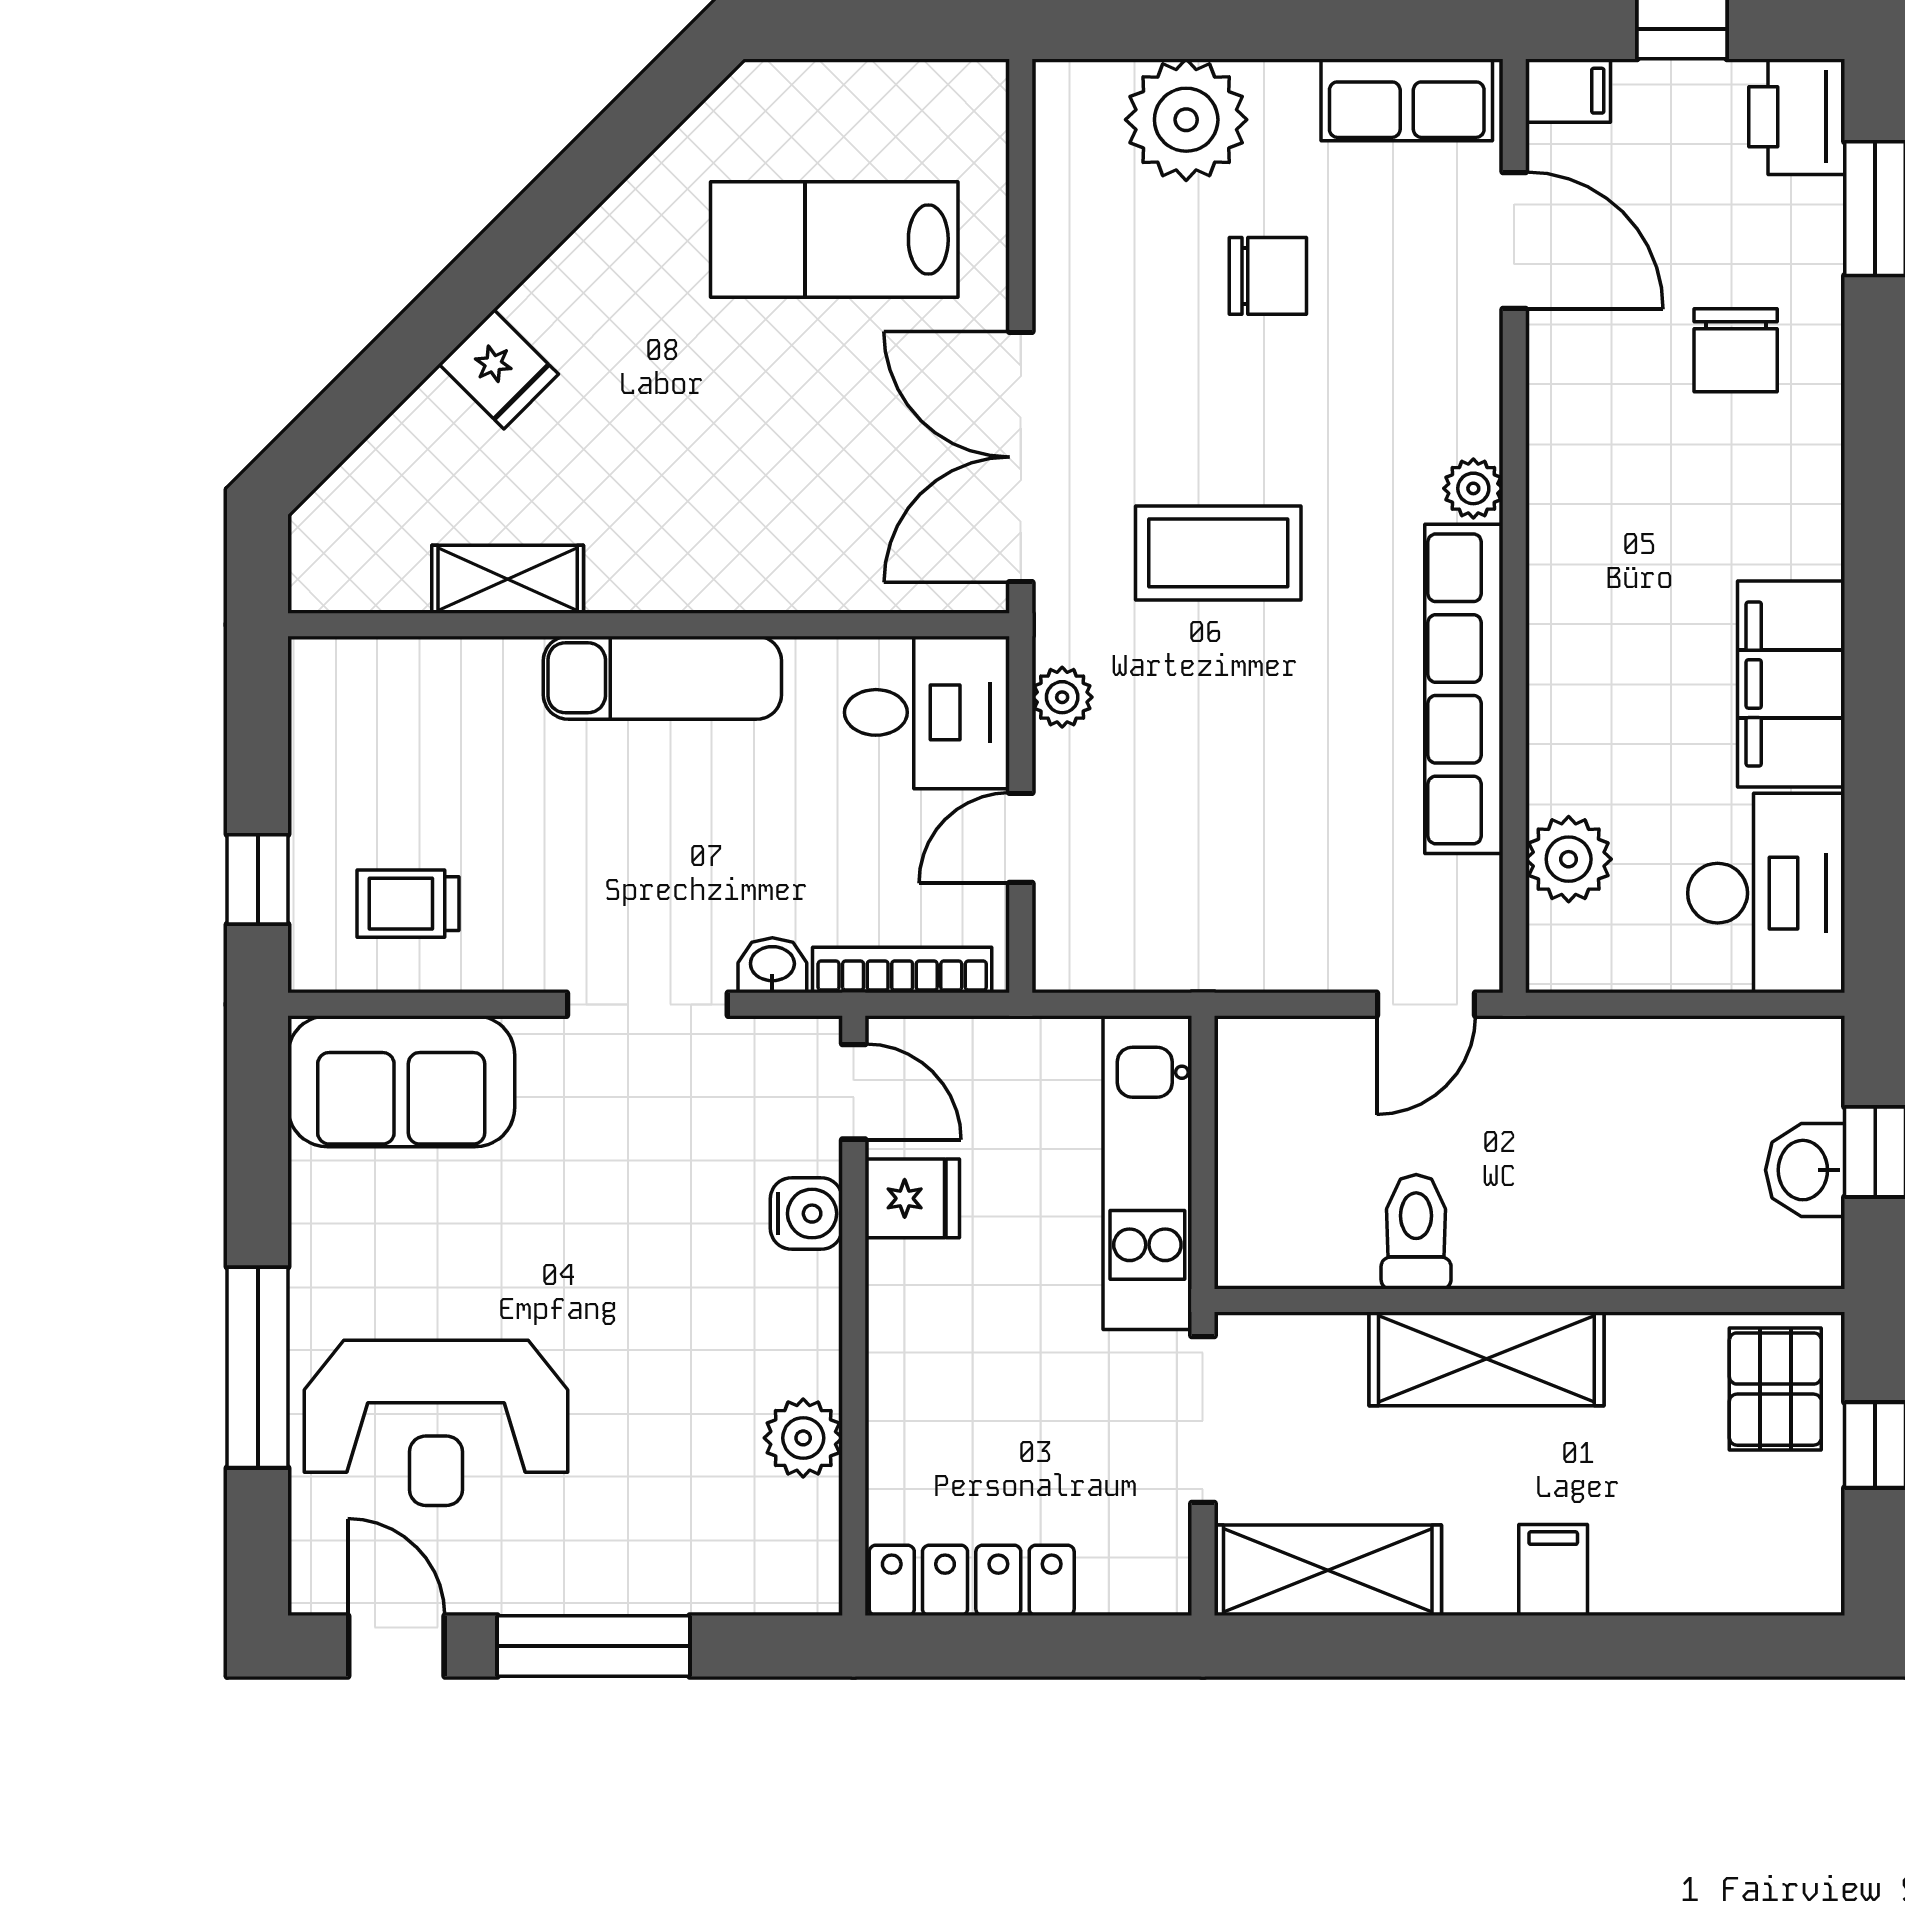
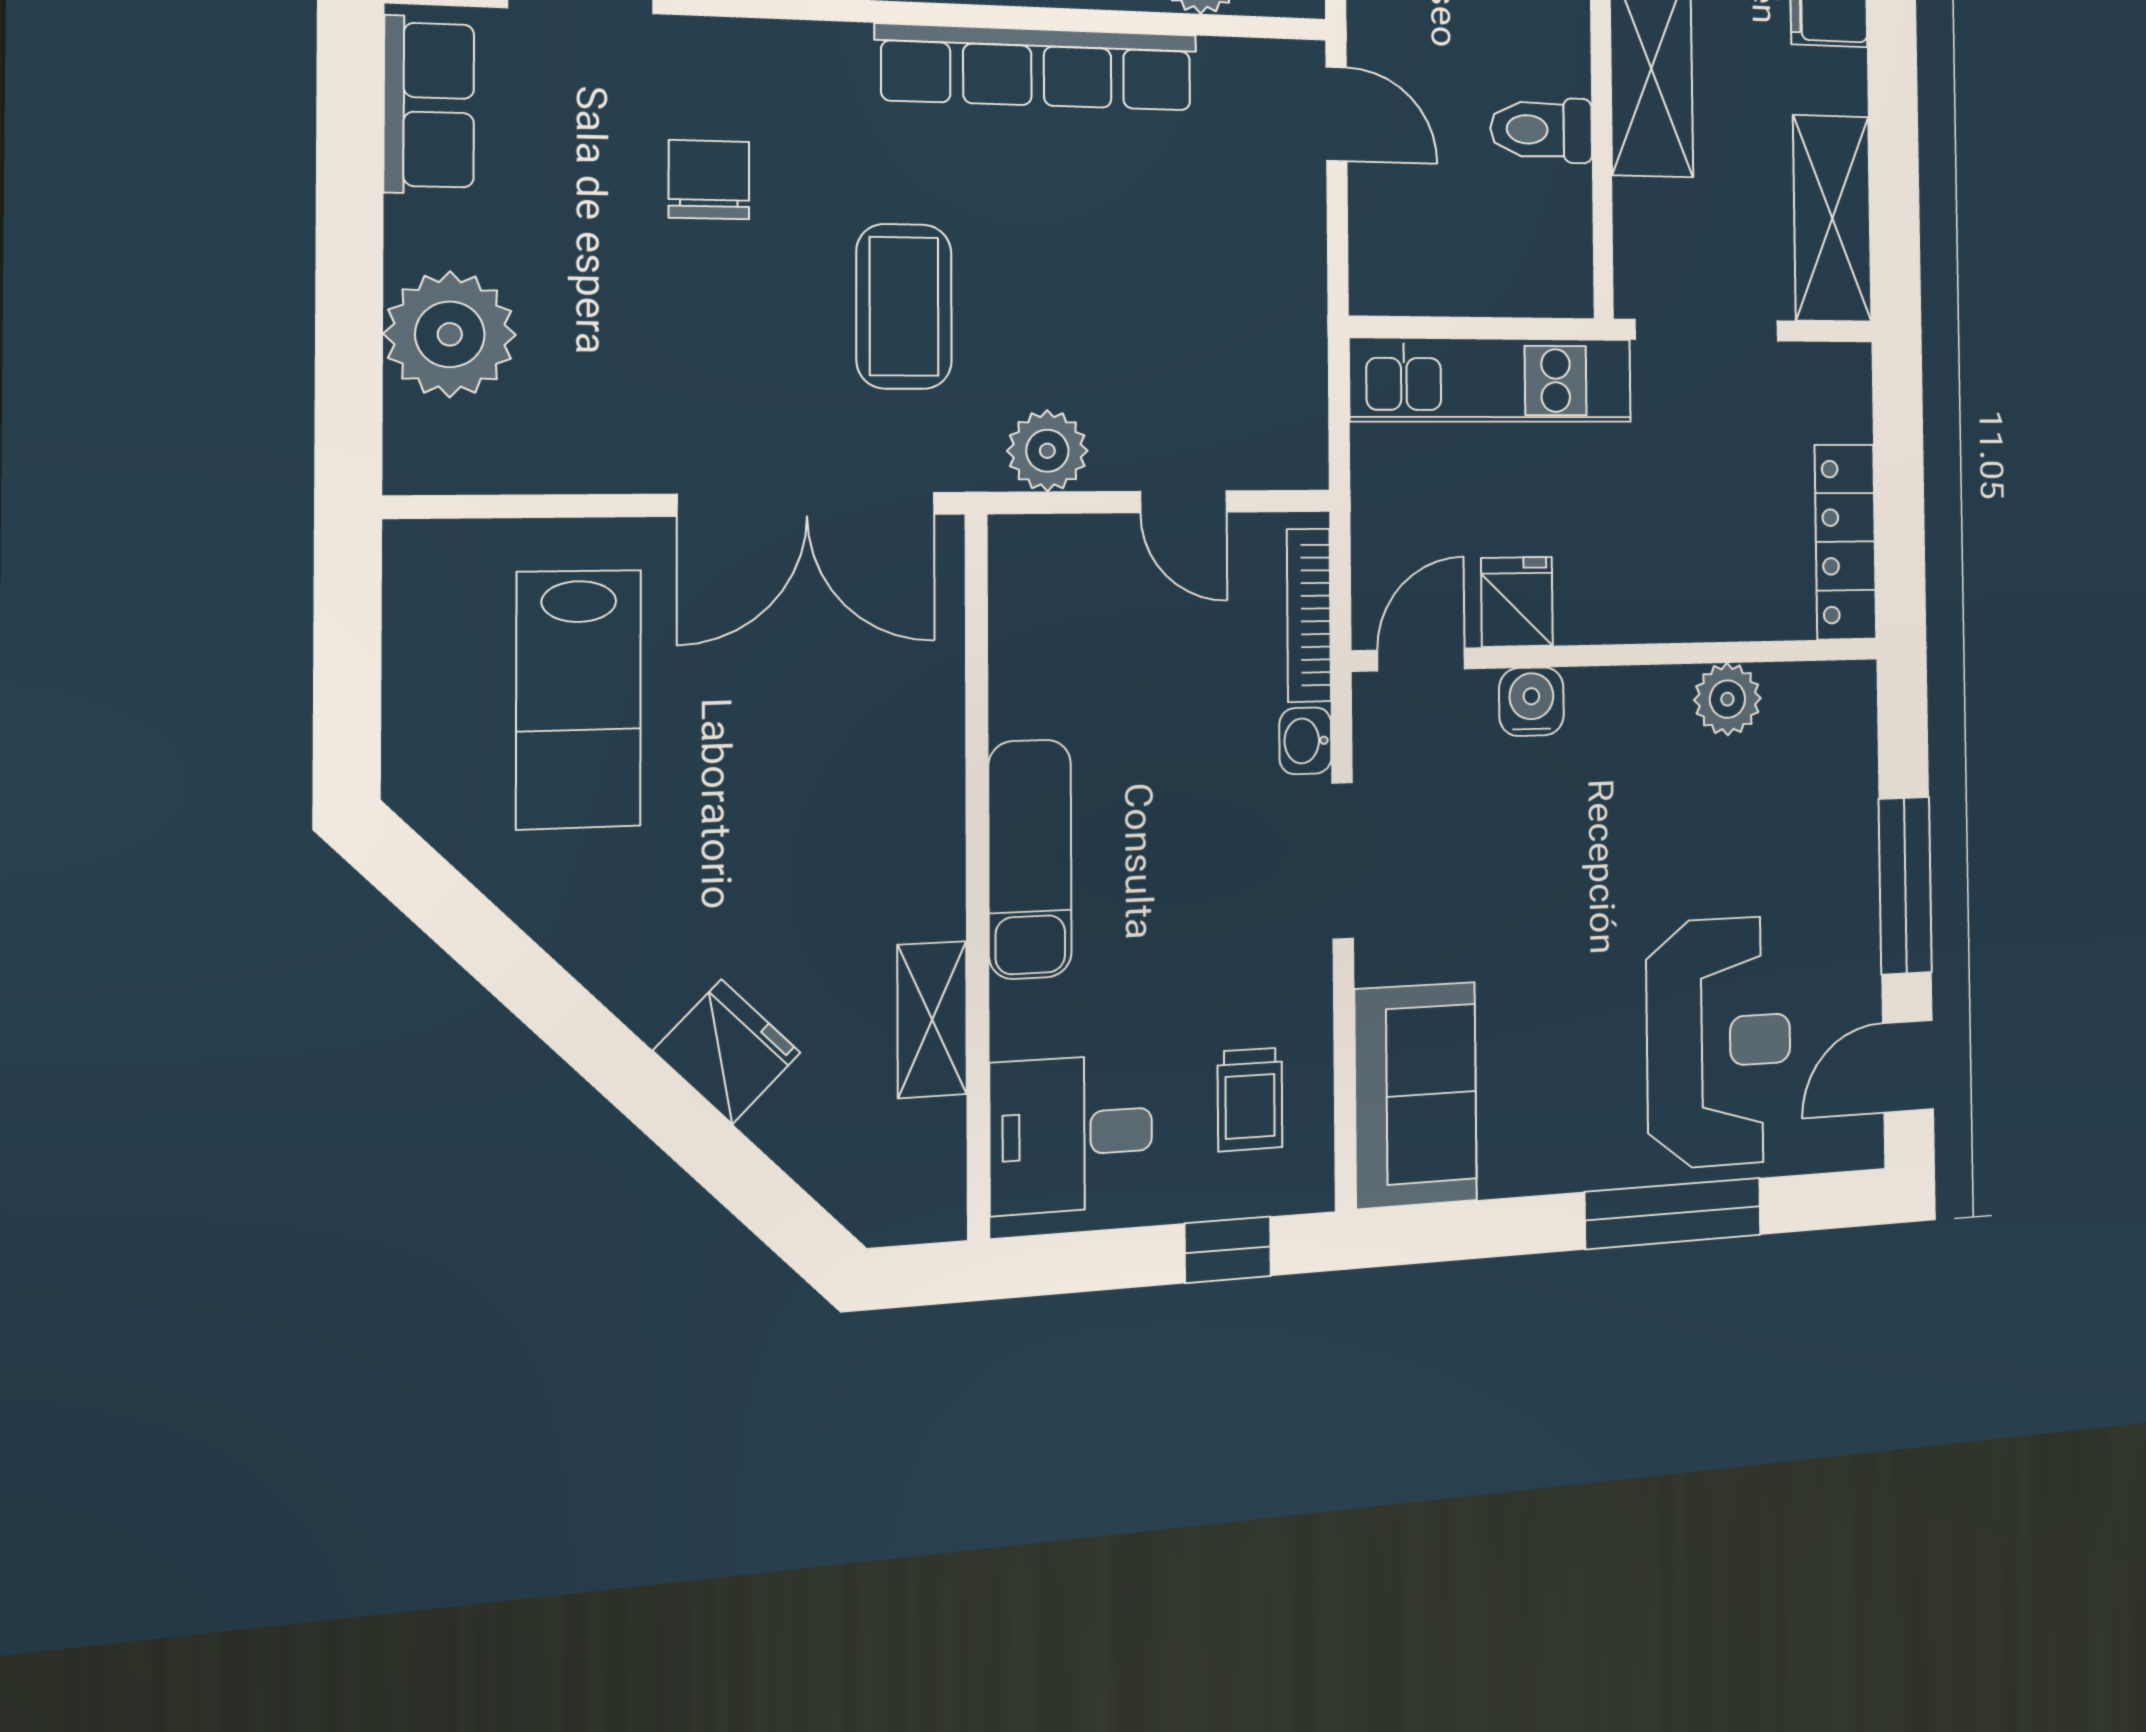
chair: (1268, 276) -> (709, 180), moved
fridge: (499, 369) -> (727, 1052), width x1.38
plant: (1473, 488) -> (838, 51), removed
plant: (1062, 697) -> (1047, 451), width x1.38, depth x1.38
desk: (927, 712) -> (1071, 1134), moved, turned -90

